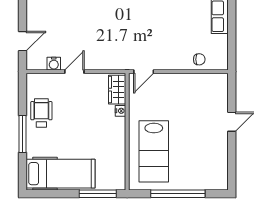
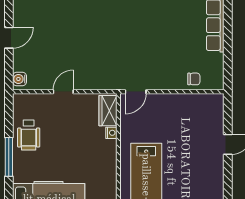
door: (22, 41) -> (9, 38), moved
water cooler: (54, 64) -> (19, 79), moved, turned 90
wheelchair: (41, 113) -> (29, 135), turned 180

